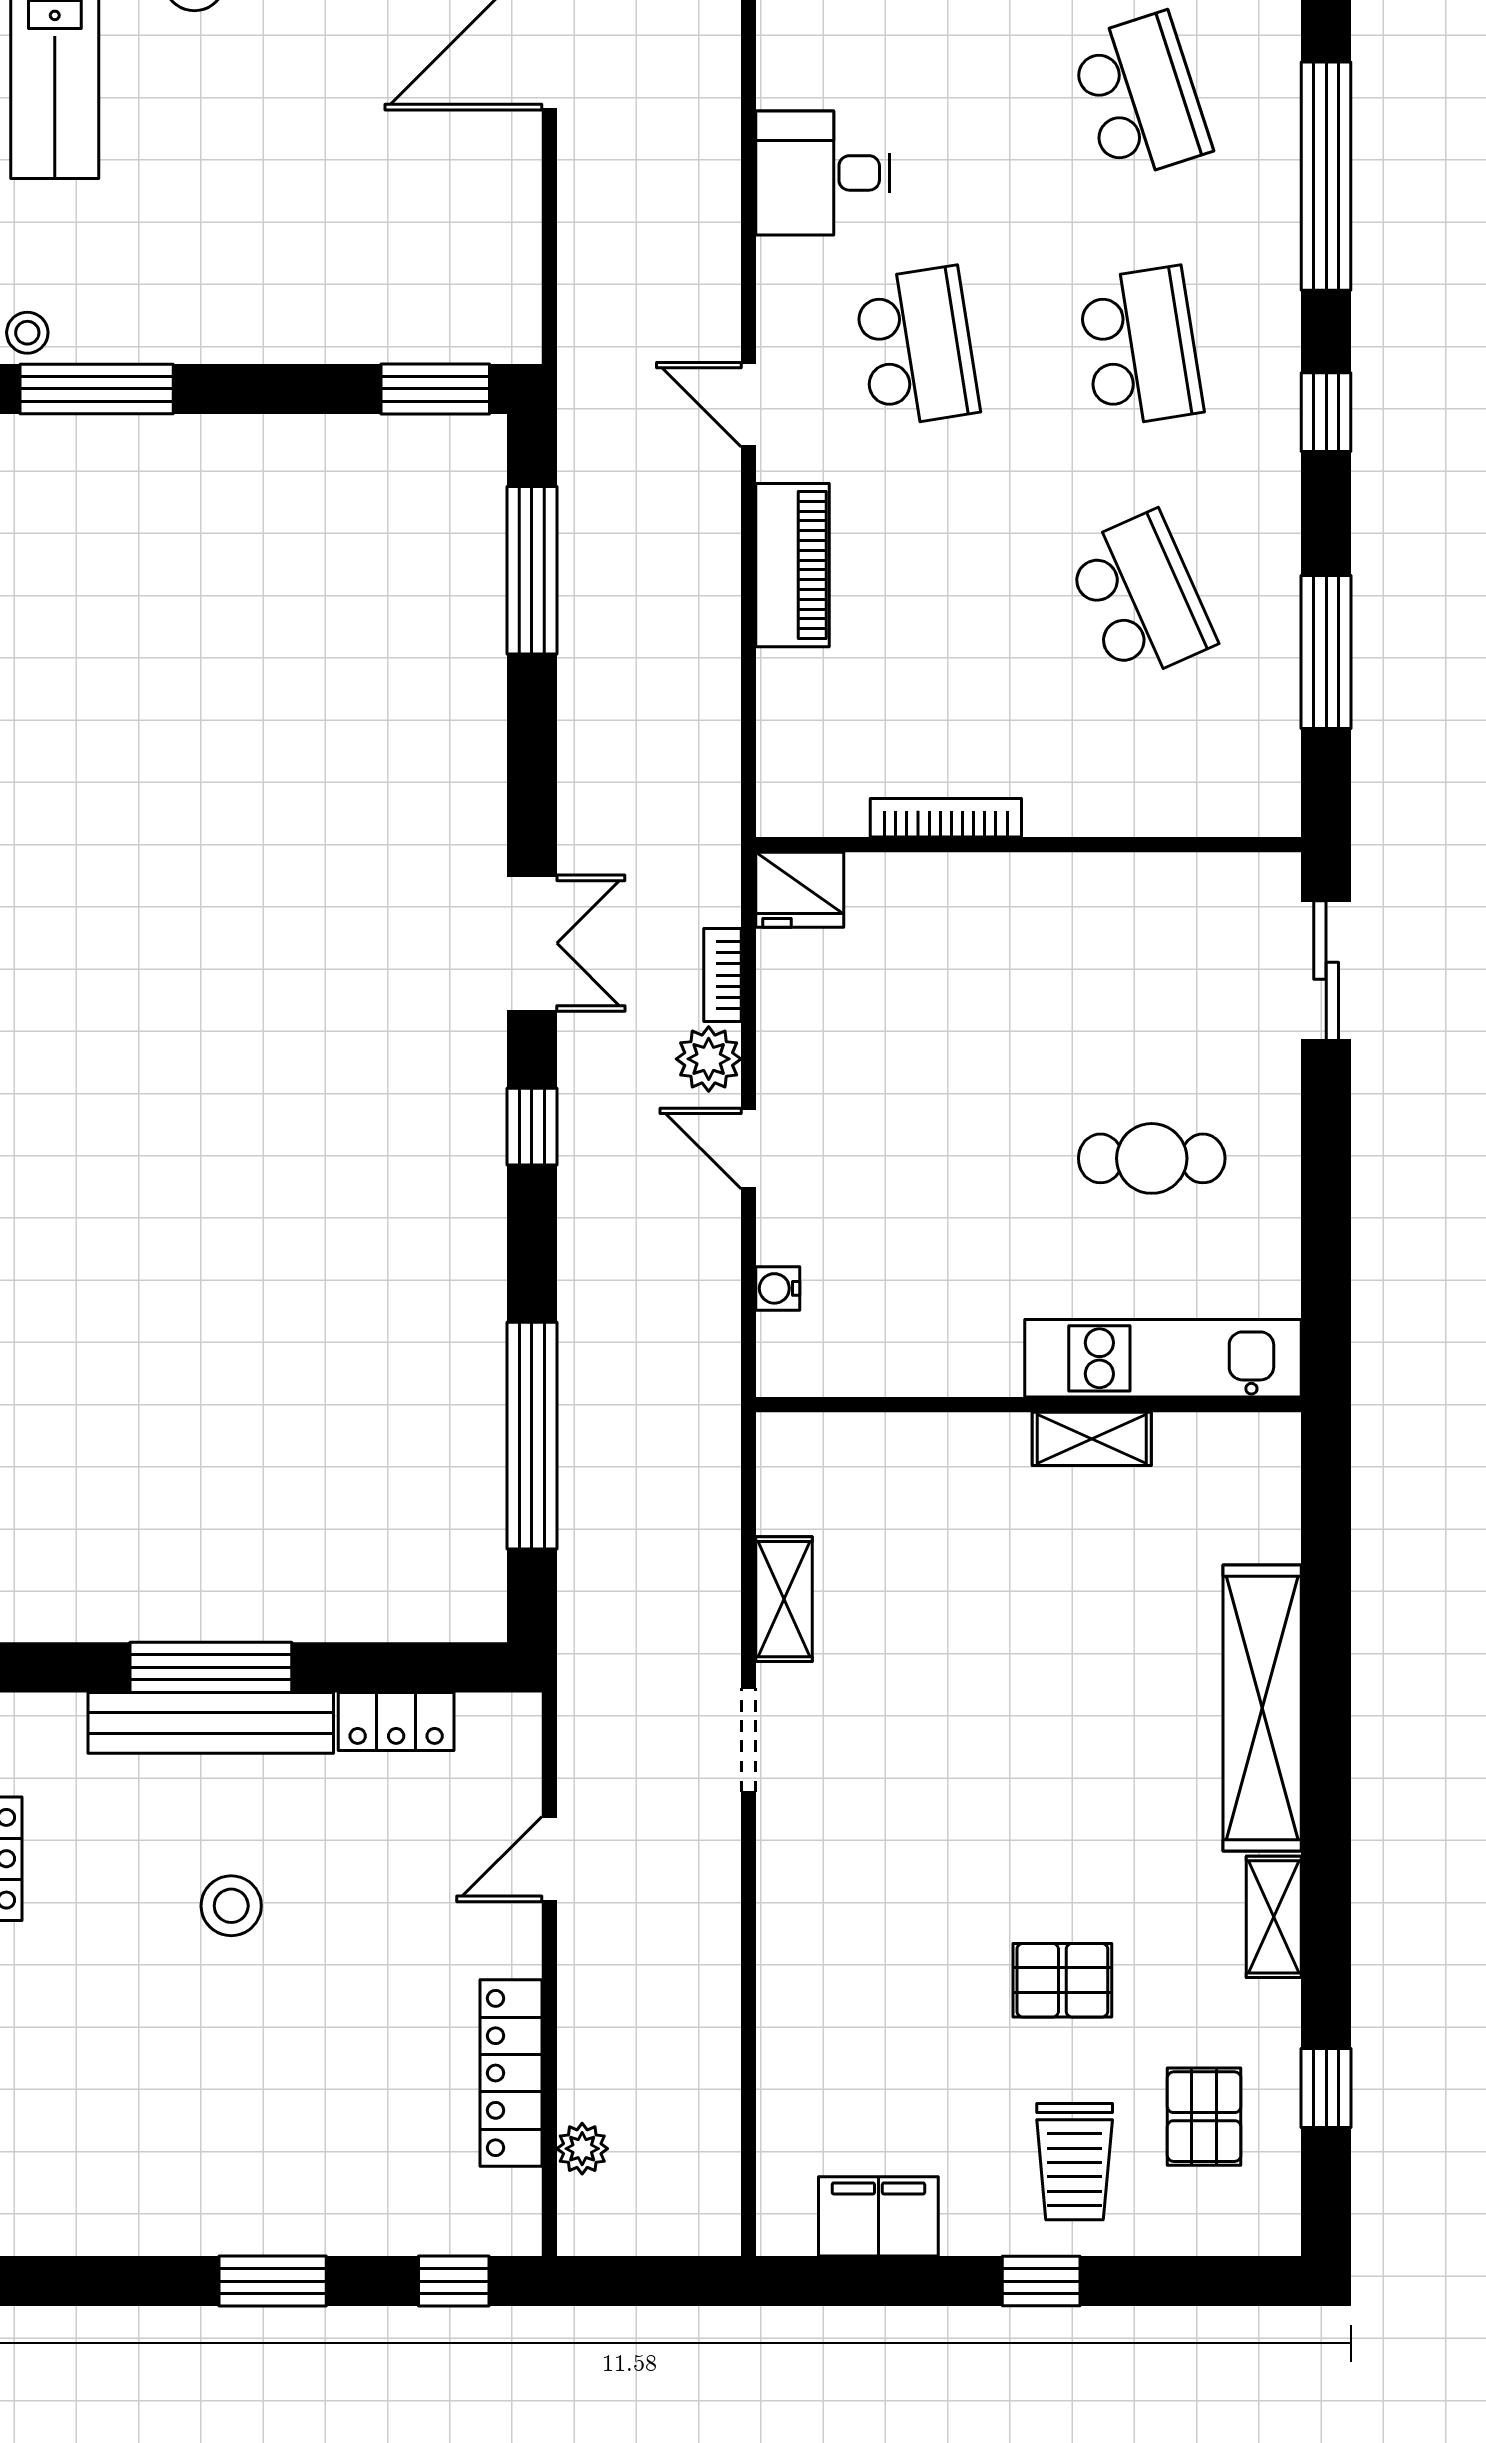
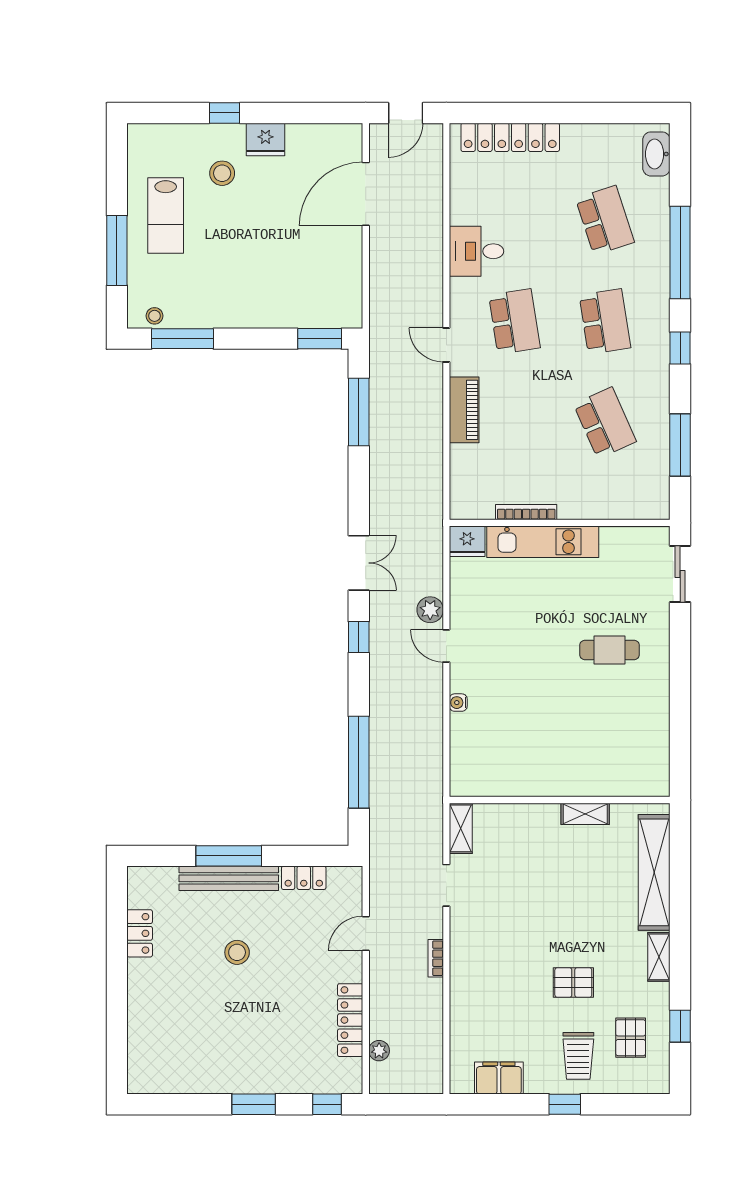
bookcase: (722, 975) -> (436, 958), moved
kitchen unit: (1163, 1358) -> (543, 542), moved, turned 180
wall: (1029, 1405) -> (560, 800), moved
shelving: (1092, 1439) -> (585, 814), moved

